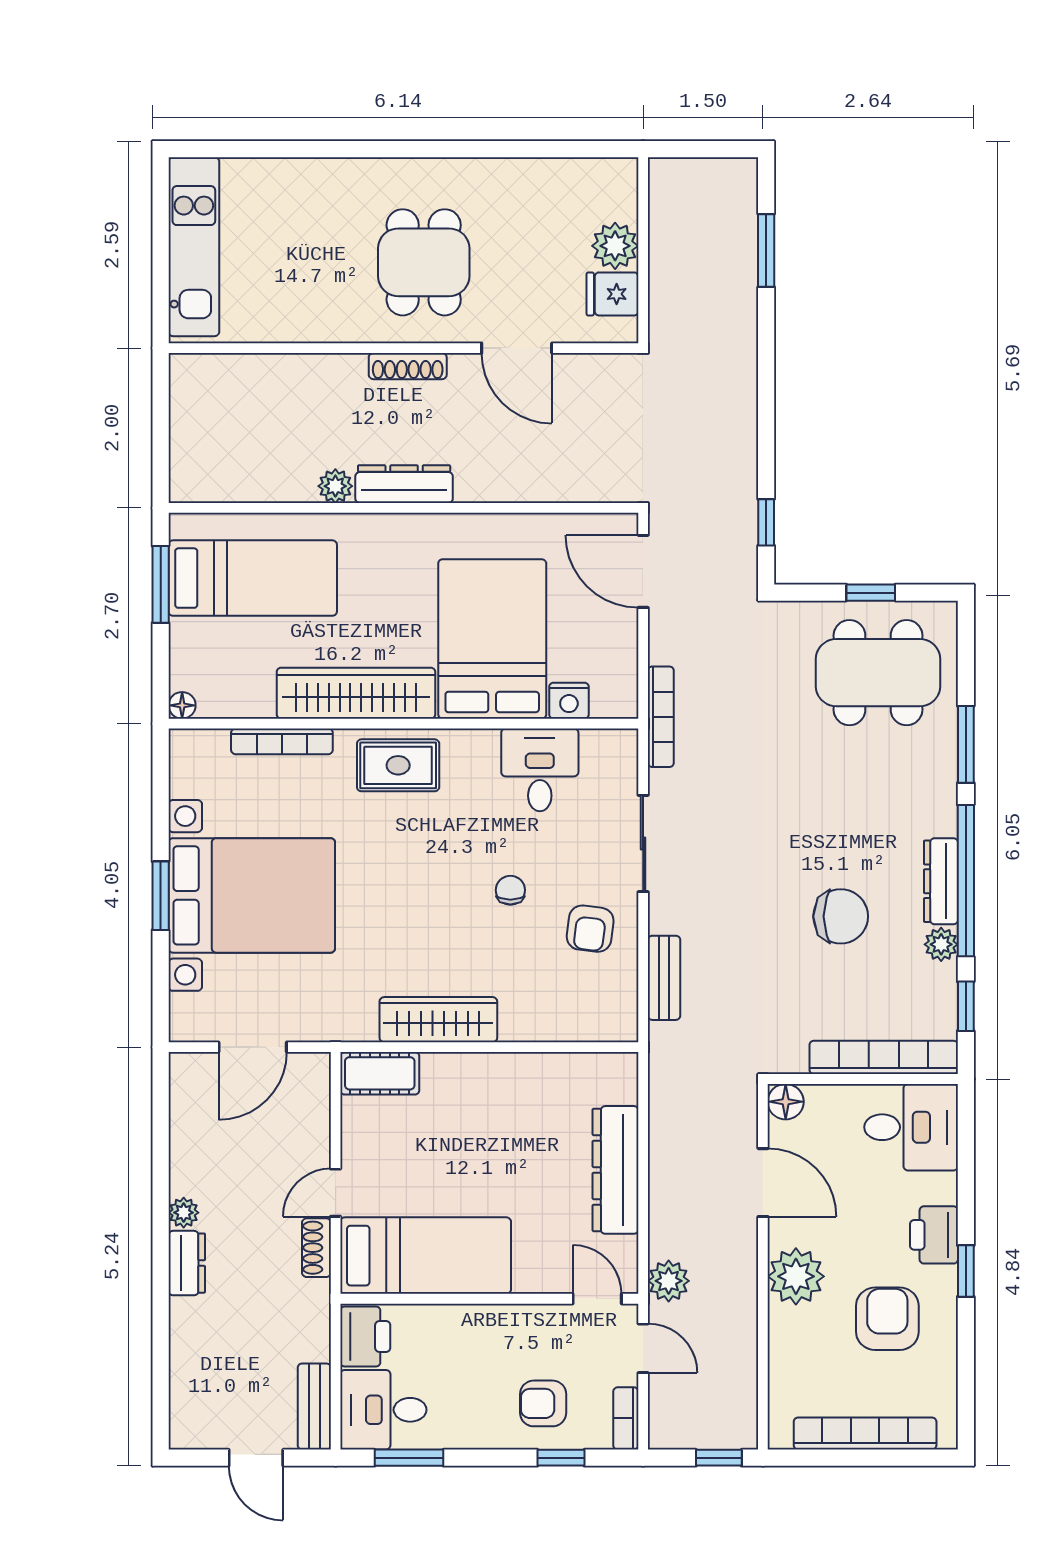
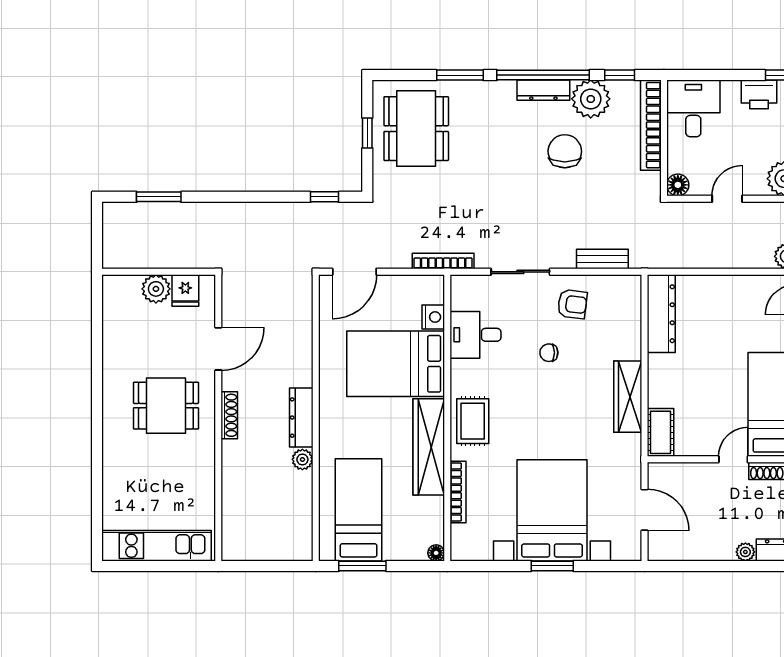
plant: (941, 944) -> (591, 99), width x1.88, depth x1.88
dresser: (615, 1170) -> (661, 314), moved, turned -90
door: (763, 1183) -> (727, 199), width x0.73
door: (336, 1193) -> (733, 459), swing flipped

